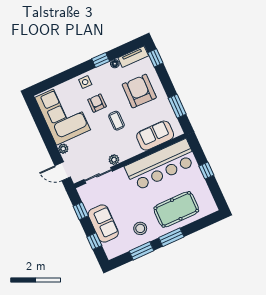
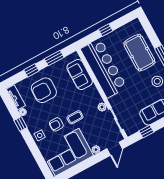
window: (155, 58) -> (31, 70), moved
coffee table: (116, 121) -> (75, 117), moved

